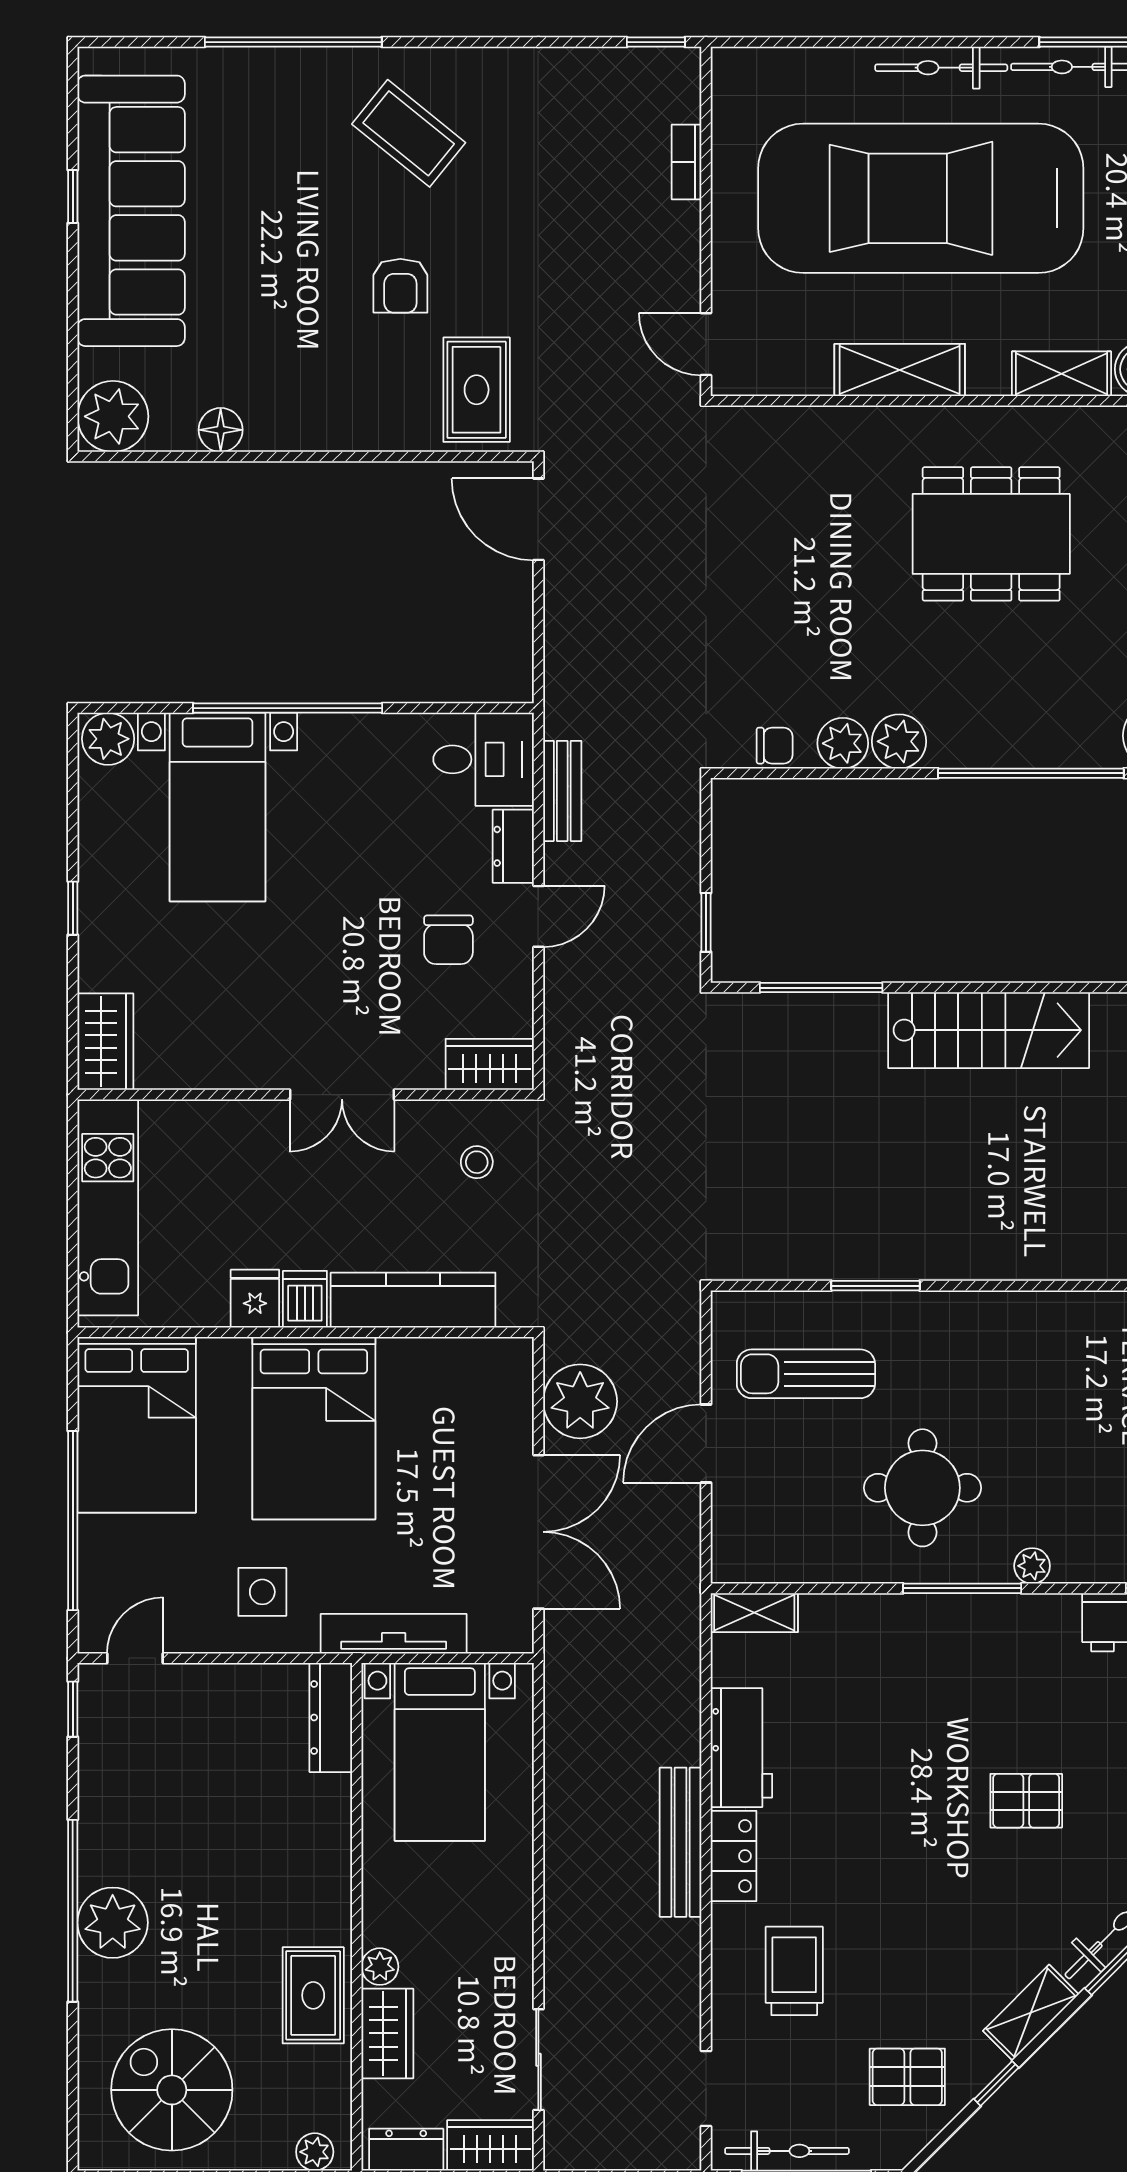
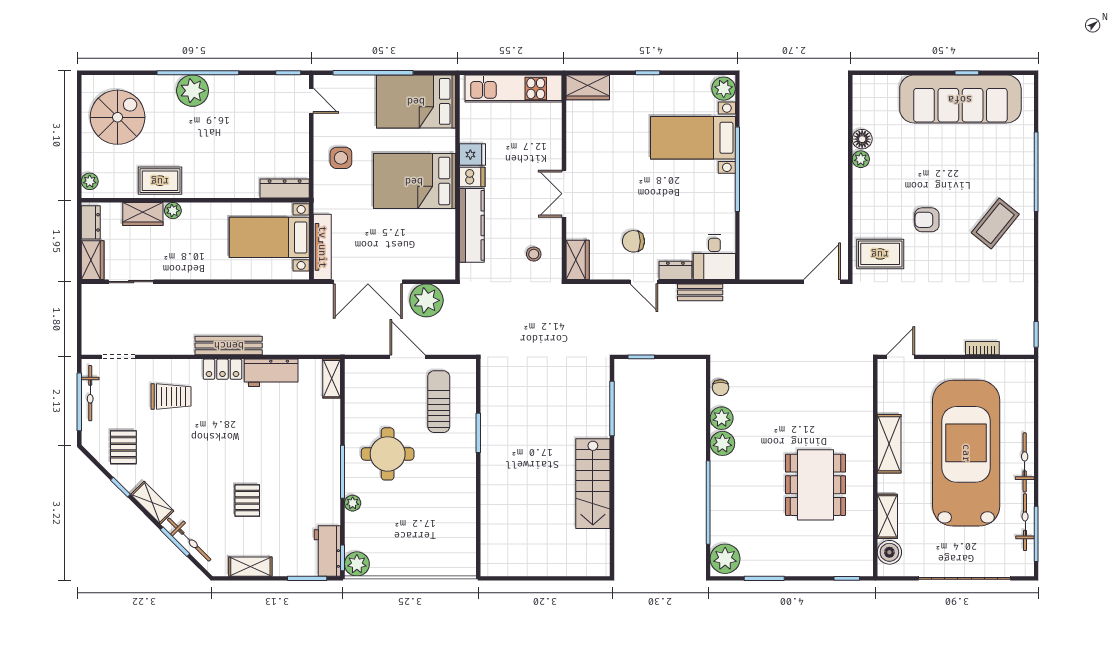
plant: (113, 416) -> (861, 159), moved, width x0.53, depth x0.53
tv unit: (394, 1634) -> (322, 247), moved

